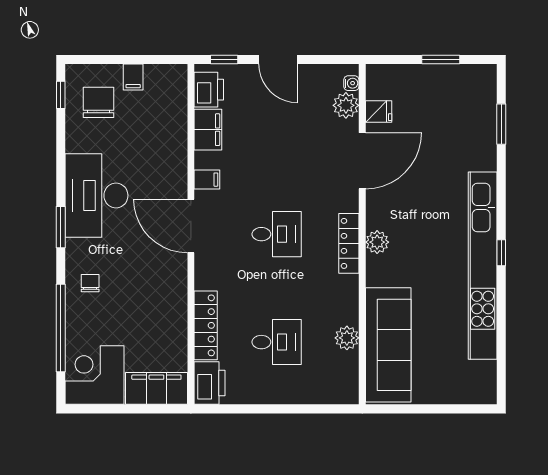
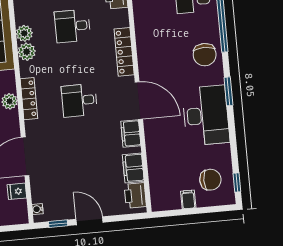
window: (224, 59) -> (58, 224), moved
chair: (99, 102) -> (210, 180), turned -90
plant: (346, 105) -> (27, 52), moved
filing cabinet: (207, 180) -> (131, 133), width x2.00
chair: (90, 283) -> (205, 55), width x1.87, depth x1.87
locker: (206, 325) -> (124, 52), moved

